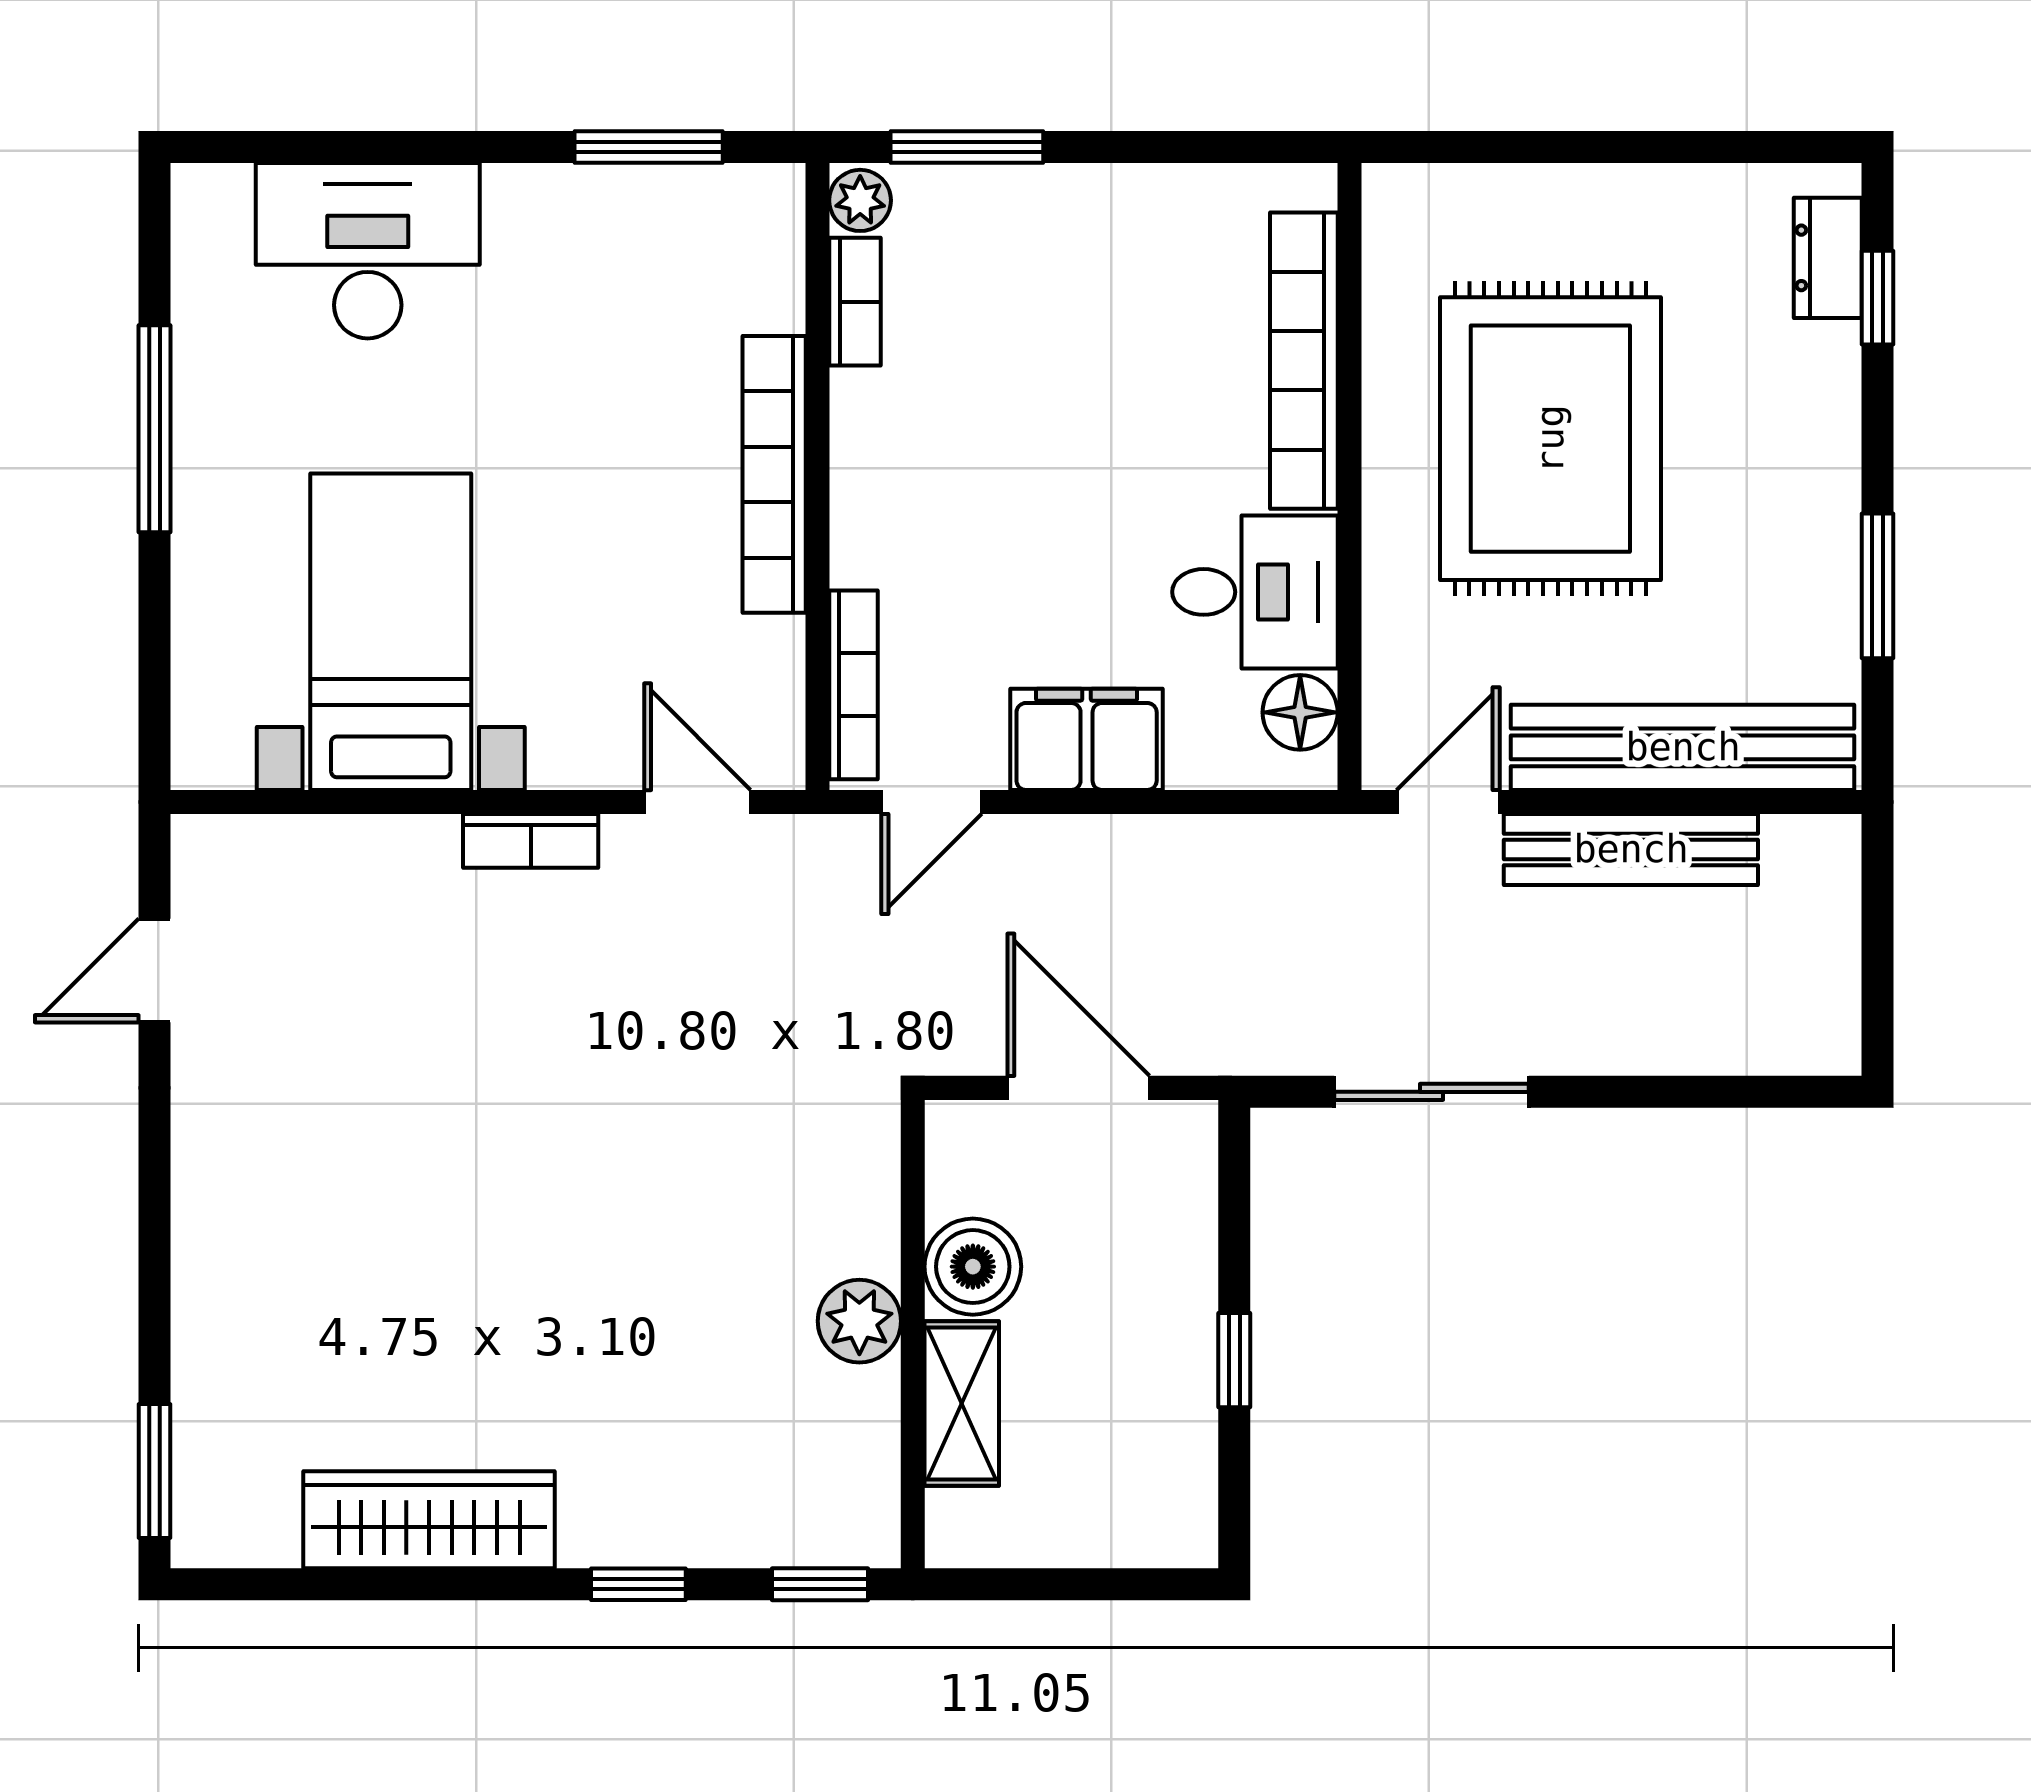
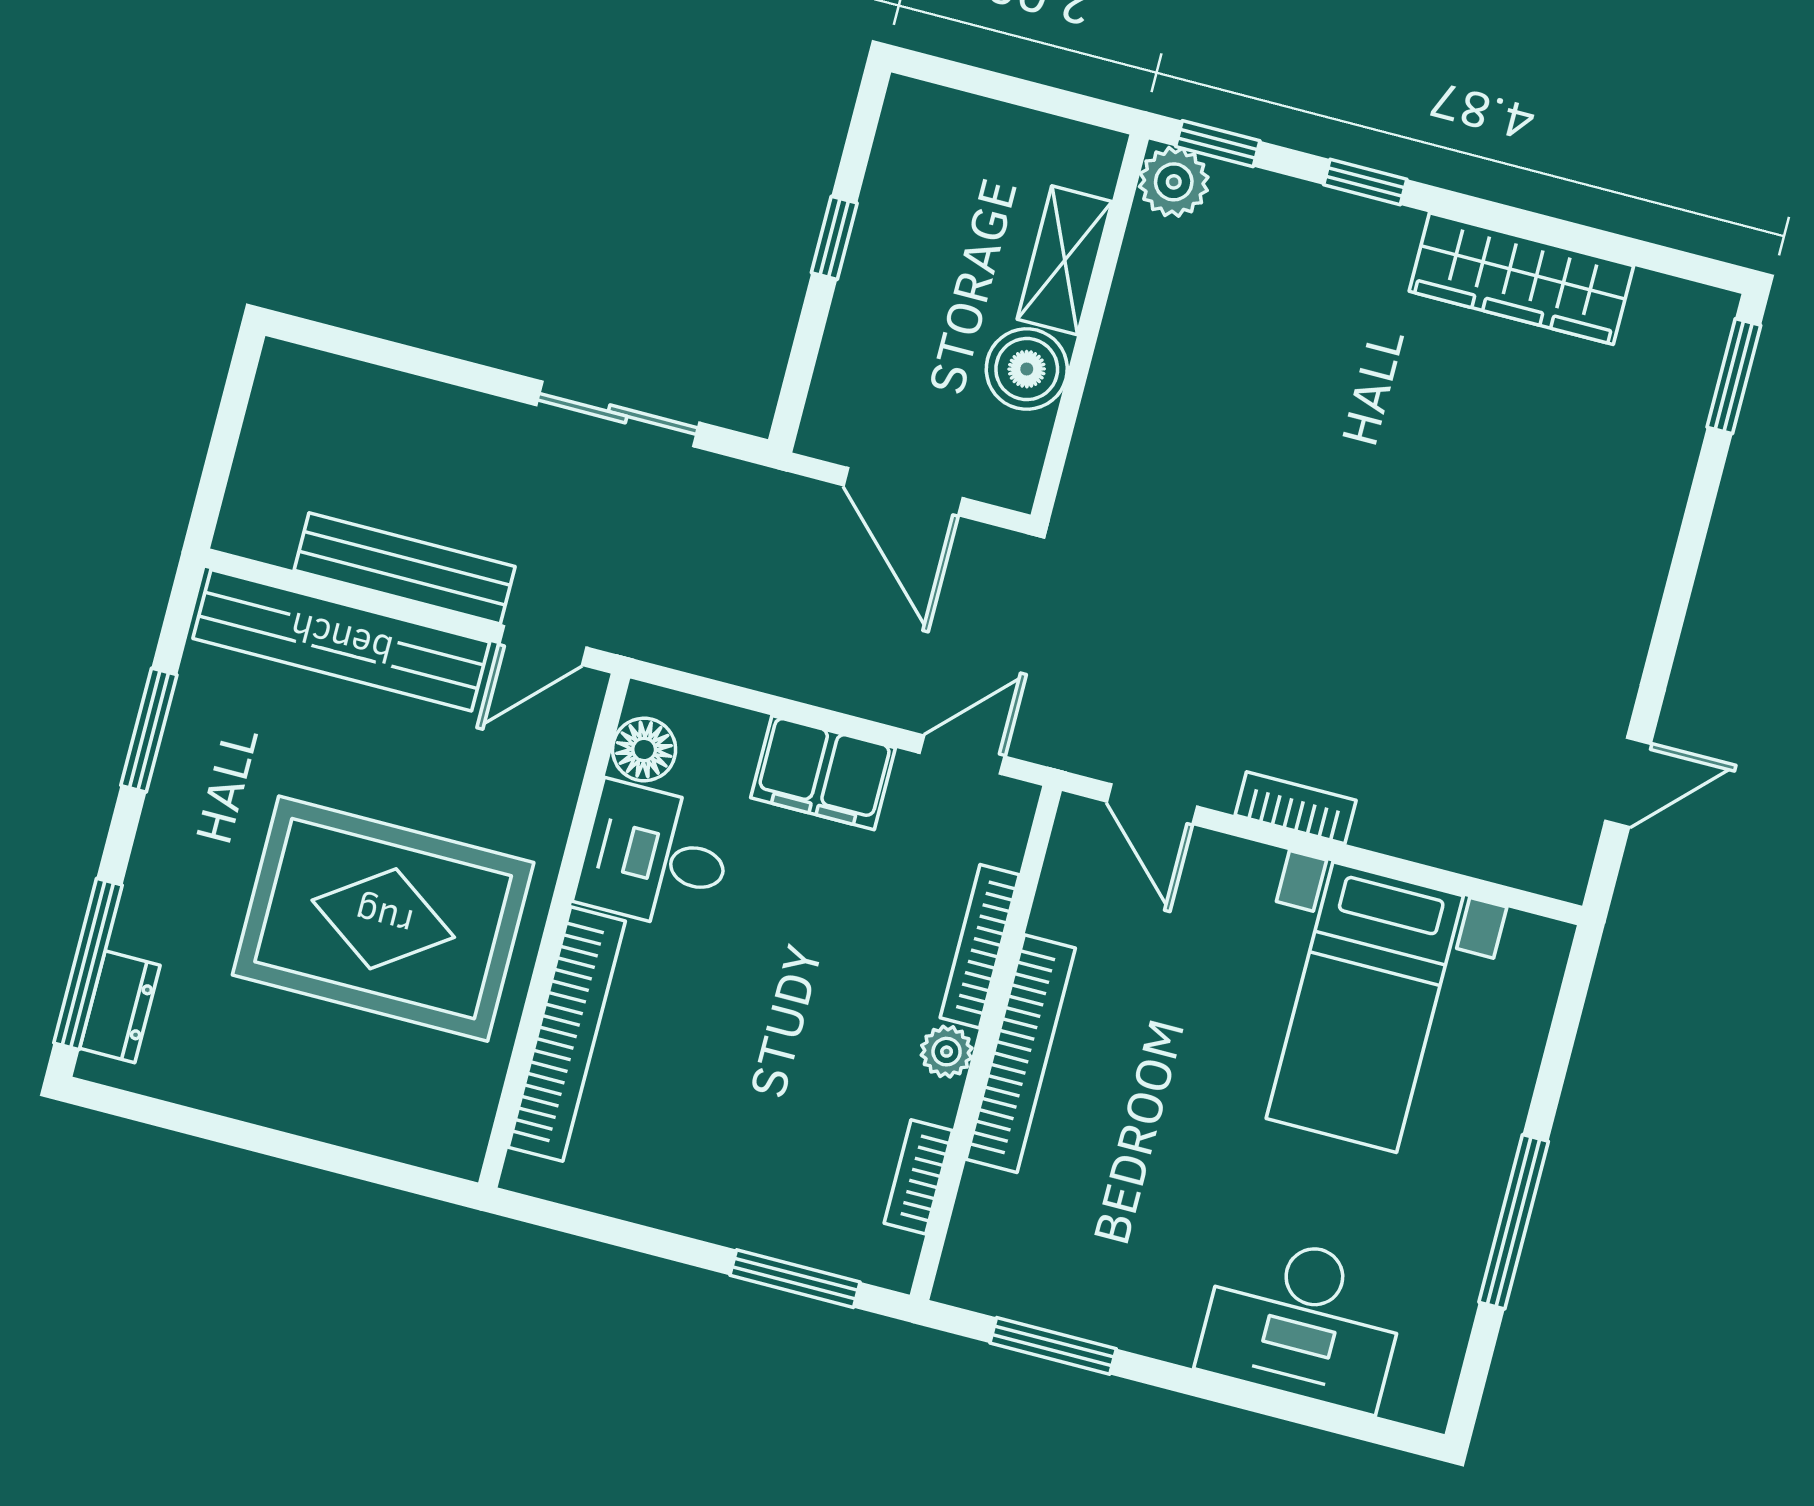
plant: (860, 200) -> (947, 1052), moved
window: (1878, 298) -> (88, 964), width x2.17
rug: (1550, 439) -> (383, 919), turned 90
bookcase: (854, 685) -> (980, 946), moved
plant: (859, 1321) -> (1174, 182), moved

